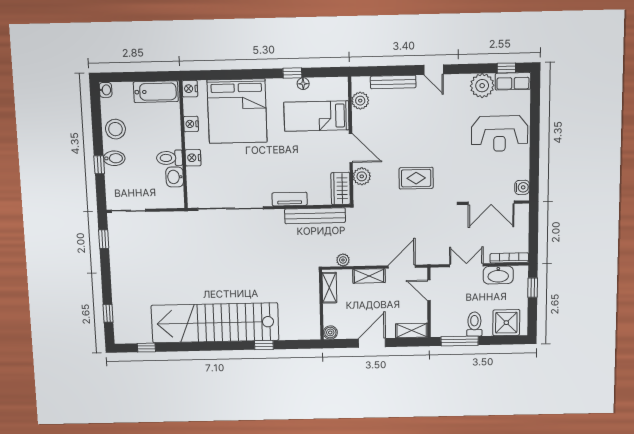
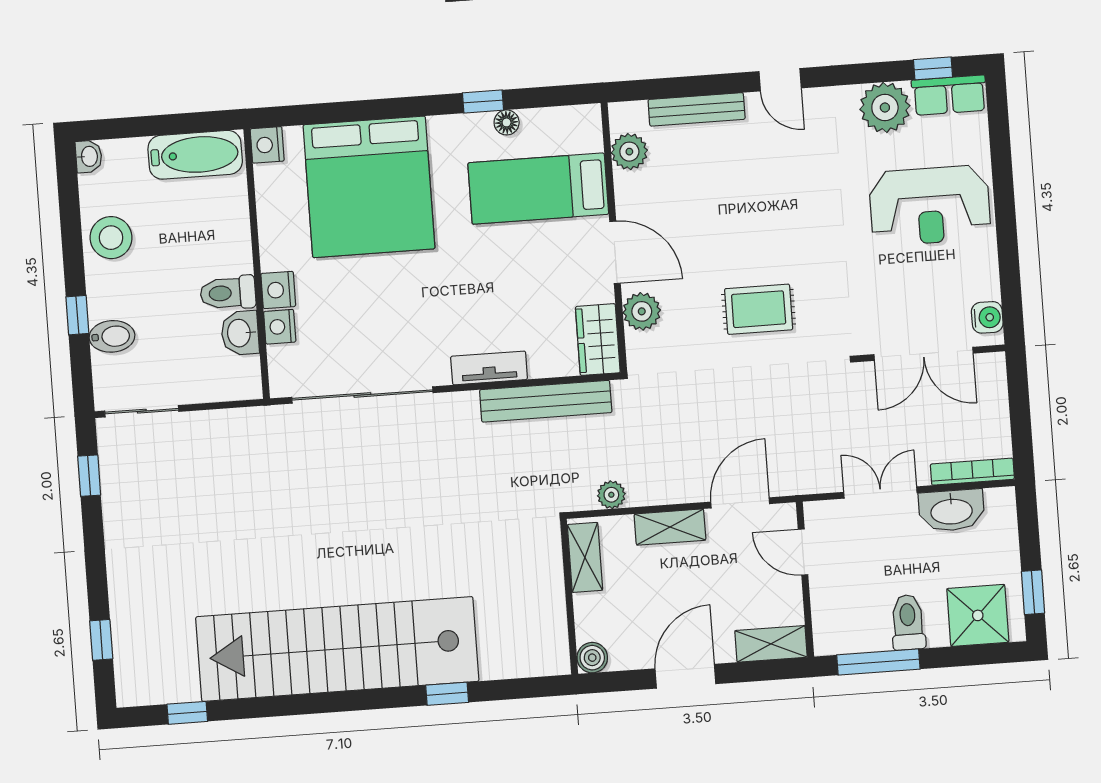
nightstand: (191, 124) -> (280, 327), moved
bidet: (114, 158) -> (112, 336), moved
window: (533, 288) -> (1033, 592), moved

